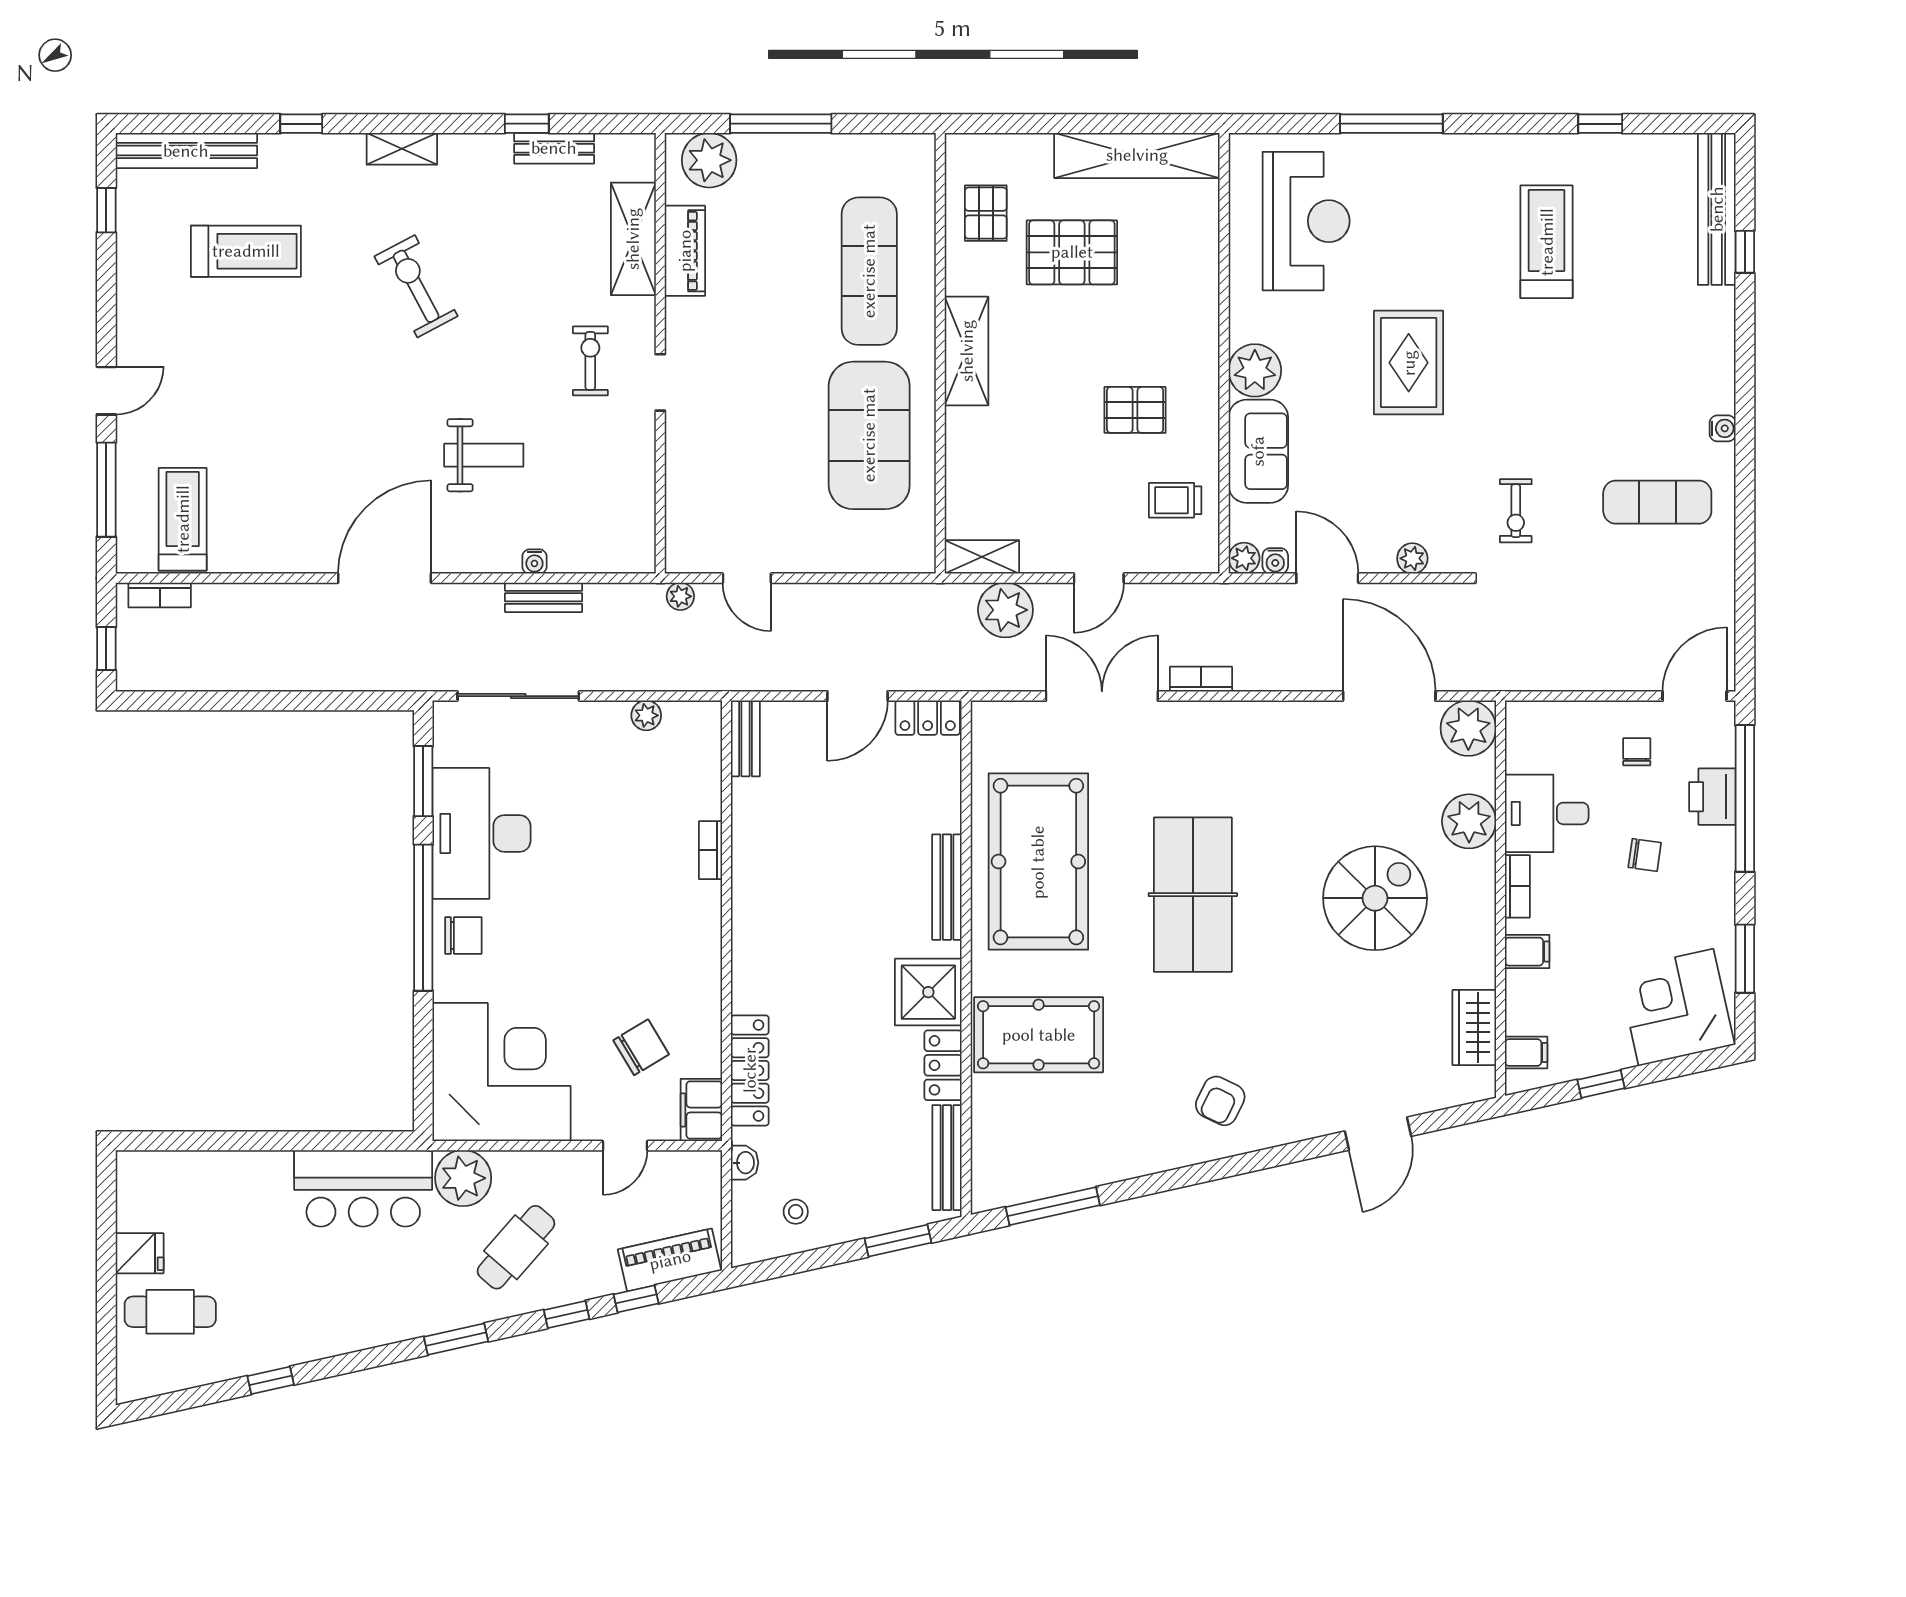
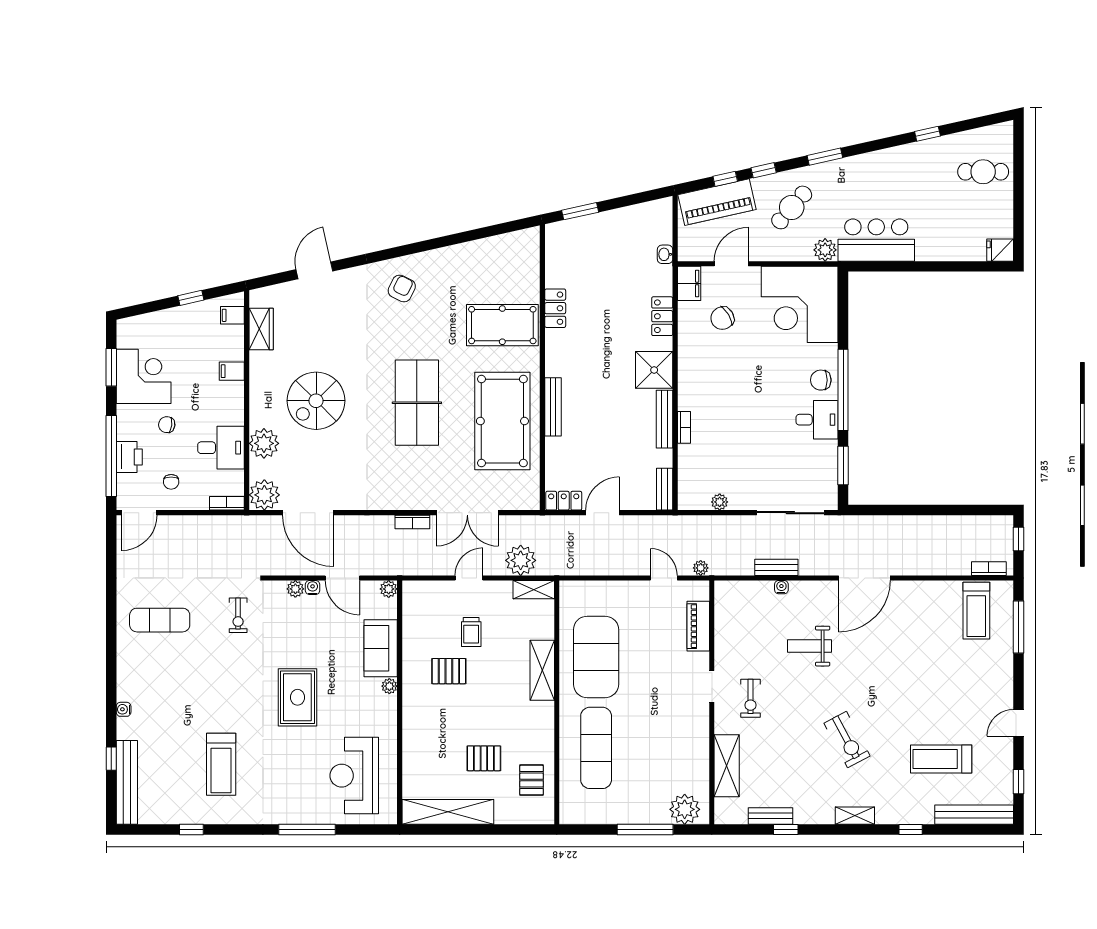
piano: (685, 251) -> (698, 626), moved
pallet: (1072, 252) -> (484, 758), width x0.67, depth x0.71
shelving: (967, 351) -> (542, 670), moved
plant: (1255, 370) -> (389, 686), width x0.53, depth x0.53
door: (106, 391) -> (1018, 723), moved
water cooler: (1723, 428) -> (124, 709), moved
trolley: (1175, 500) -> (471, 632), moved, turned 90
exercise bike: (1516, 511) -> (238, 615), turned 180
water cooler: (1275, 561) -> (313, 588), moved
desk: (481, 833) -> (817, 420), width x0.53, depth x0.77
bookcase: (1517, 886) -> (227, 503), moved, turned 90
shower: (928, 992) -> (654, 370), moved
corner desk: (1676, 1007) -> (144, 376), moved, turned -77
locker: (750, 1070) -> (662, 316), width x0.66
door: (625, 1146) -> (731, 264), width x1.38
bench: (947, 1158) -> (664, 419), moved
plant: (463, 1178) -> (825, 250), width x0.73, depth x0.73
window: (1053, 1206) -> (494, 230), removed
stool: (796, 1212) -> (637, 227), removed
fridge: (140, 1253) -> (1000, 250), moved
piano: (670, 1260) -> (717, 202), width x1.37, depth x1.33

